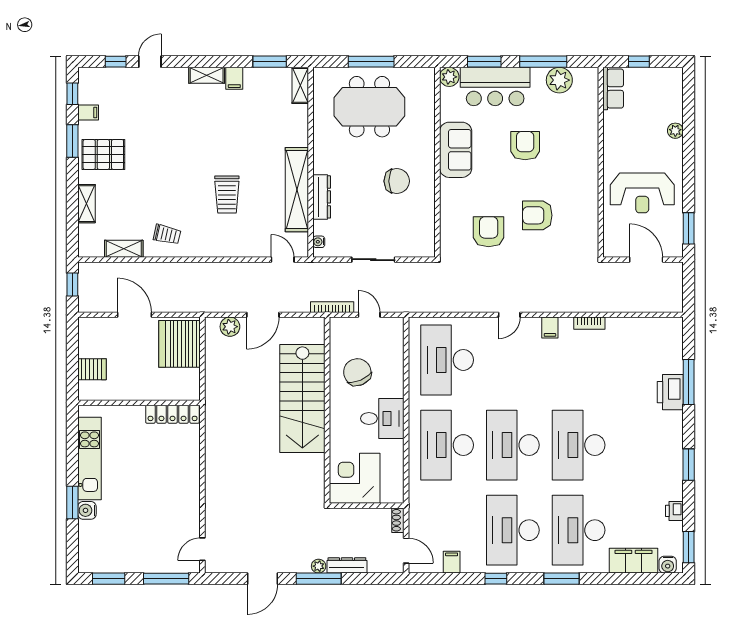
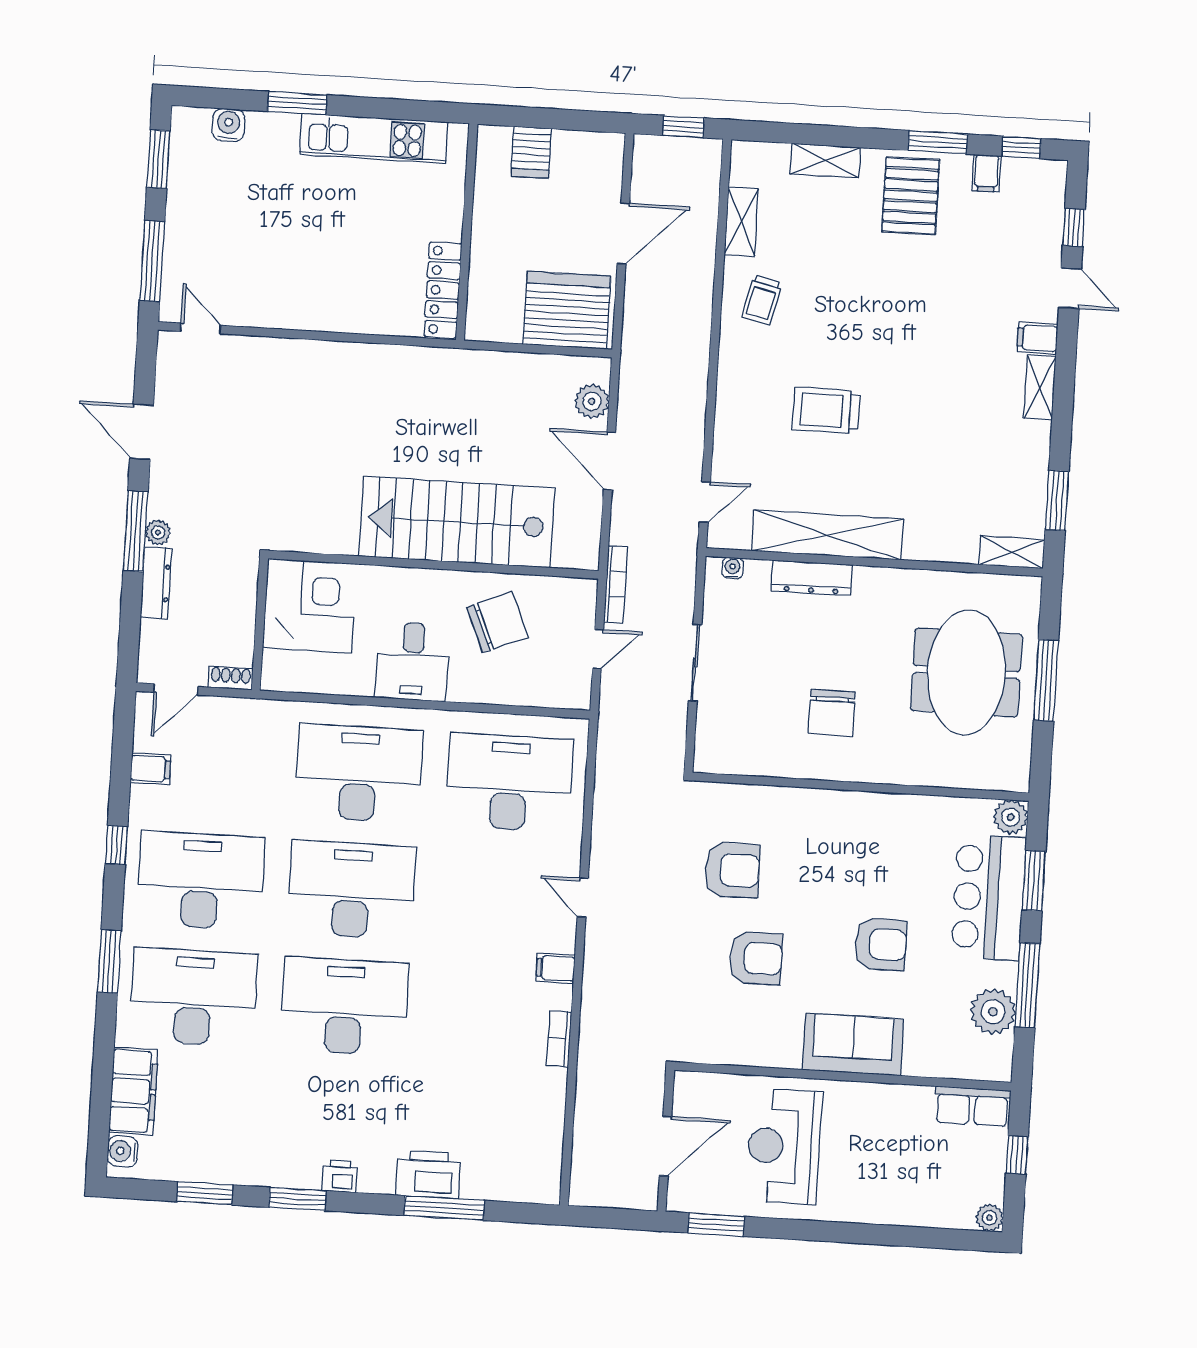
filing cabinet: (234, 78) -> (1037, 338), moved
plant: (675, 131) -> (990, 1218), moved
sofa: (456, 150) -> (853, 1044), moved, turned 180
armchair: (537, 215) -> (756, 958), turned 90
water cooler: (87, 510) -> (228, 125), moved
printer: (674, 511) -> (340, 1176), moved
window: (689, 547) -> (205, 1193), moved

